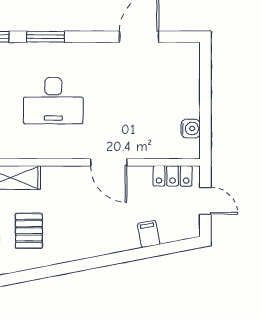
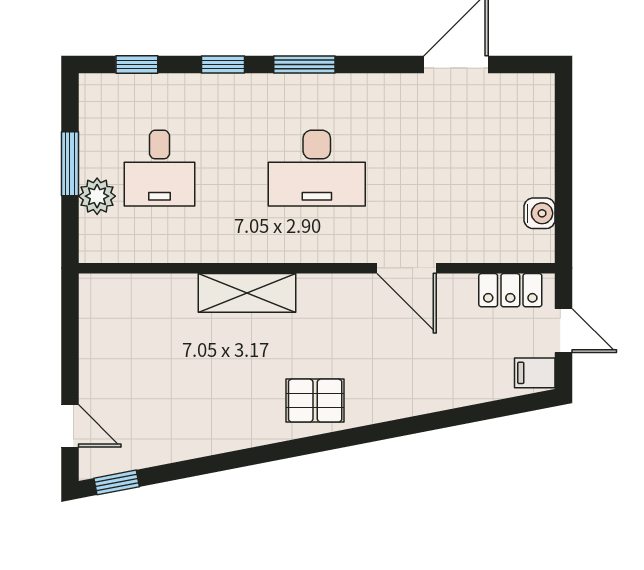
pallet: (29, 231) -> (315, 401), moved, turned 90
filing cabinet: (149, 234) -> (535, 373), moved, turned -79

